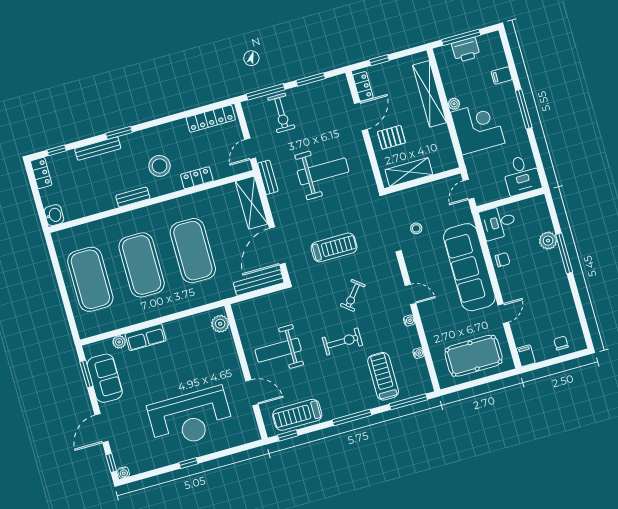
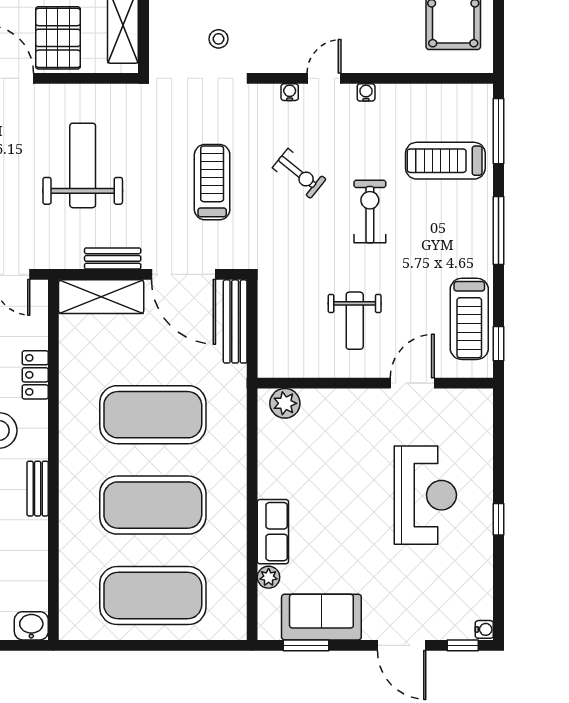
pallet: (391, 137) -> (58, 38), width x1.50, depth x1.42
bench: (268, 177) -> (113, 258), moved
weight bench: (278, 350) -> (355, 321), width x0.73, depth x0.75
water cooler: (418, 353) -> (290, 92), moved
reception desk: (190, 418) -> (425, 495), width x0.74, depth x0.77

